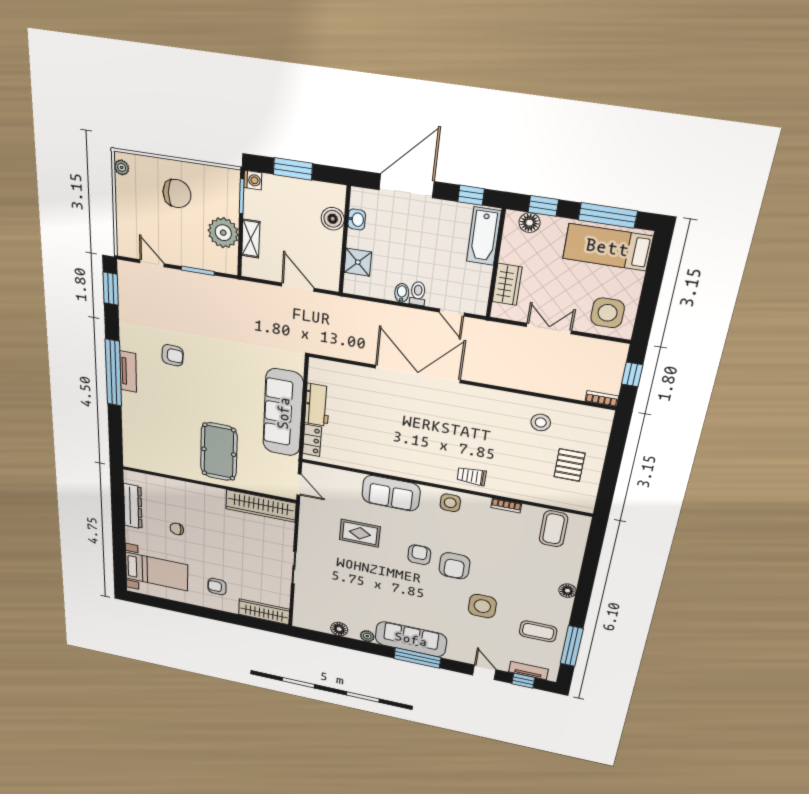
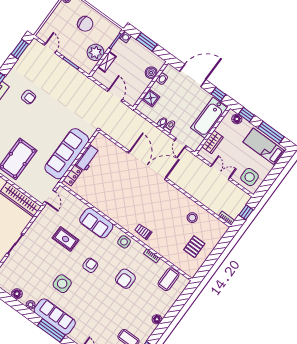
bathtub: (484, 236) -> (209, 118), width x1.36, depth x1.36
armchair: (454, 566) -> (125, 279), moved
side table: (482, 606) -> (62, 284), moved

